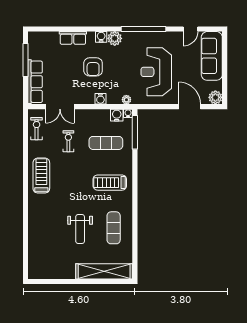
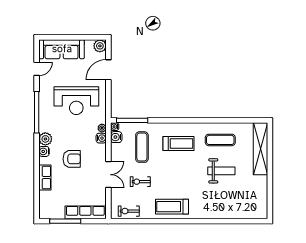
door: (191, 29) -> (37, 69), hinge flipped
water cooler: (100, 99) -> (101, 138), moved
double door: (60, 107) -> (108, 175), moved
treadmill: (110, 183) -> (178, 143), turned -90

